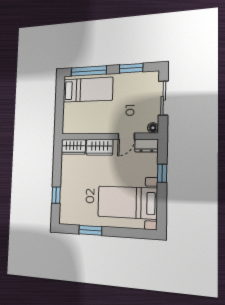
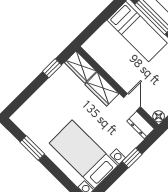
door: (126, 136) -> (132, 102), swing flipped
window: (56, 195) -> (52, 68), moved

